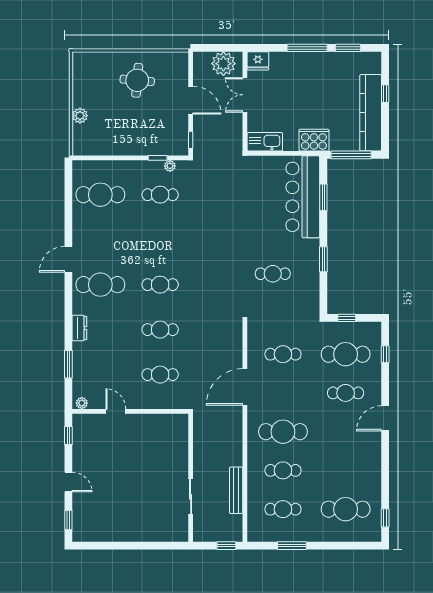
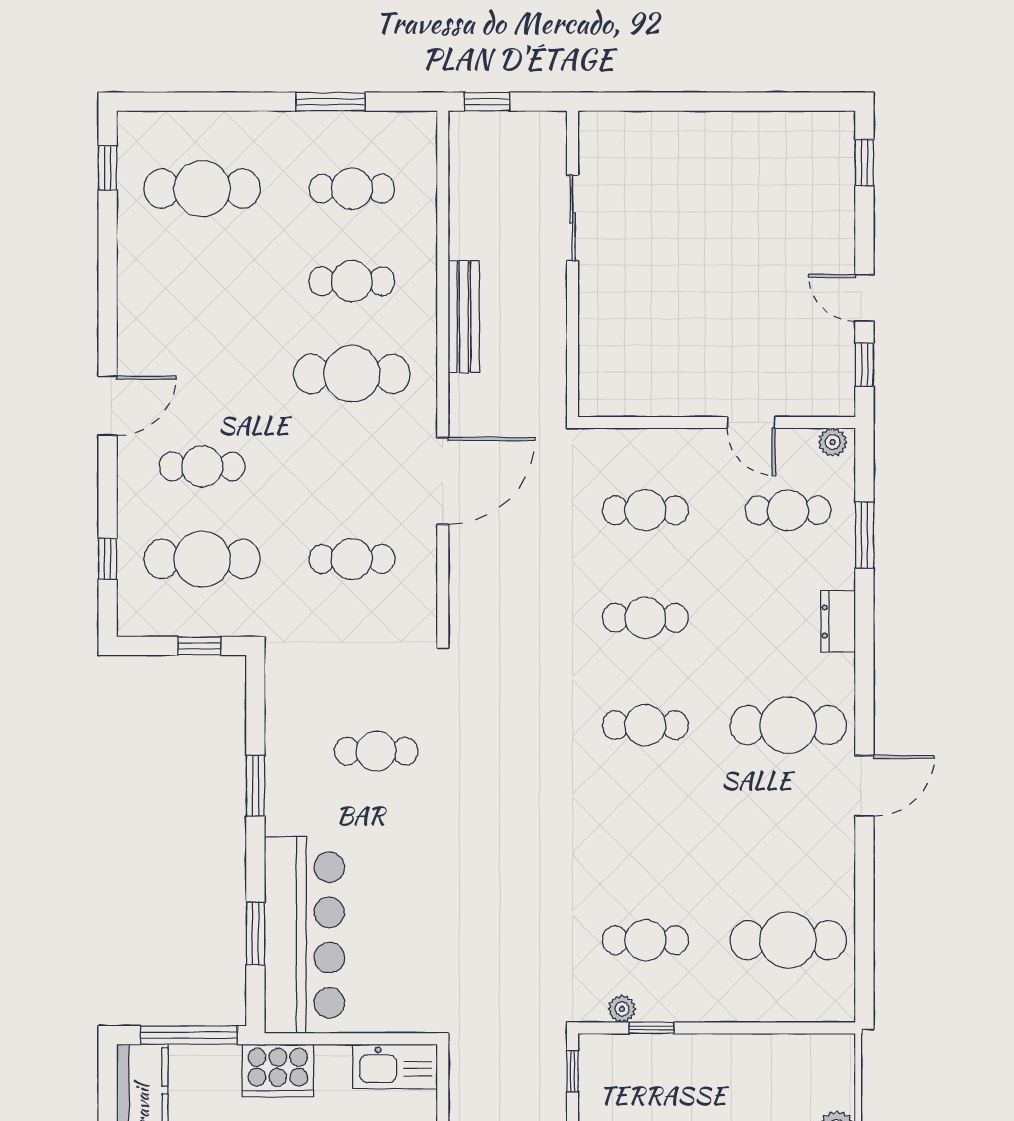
cafe table: (100, 375) -> (788, 510), added
door: (68, 482) -> (864, 298), moved
bench: (236, 490) -> (464, 317), moved

